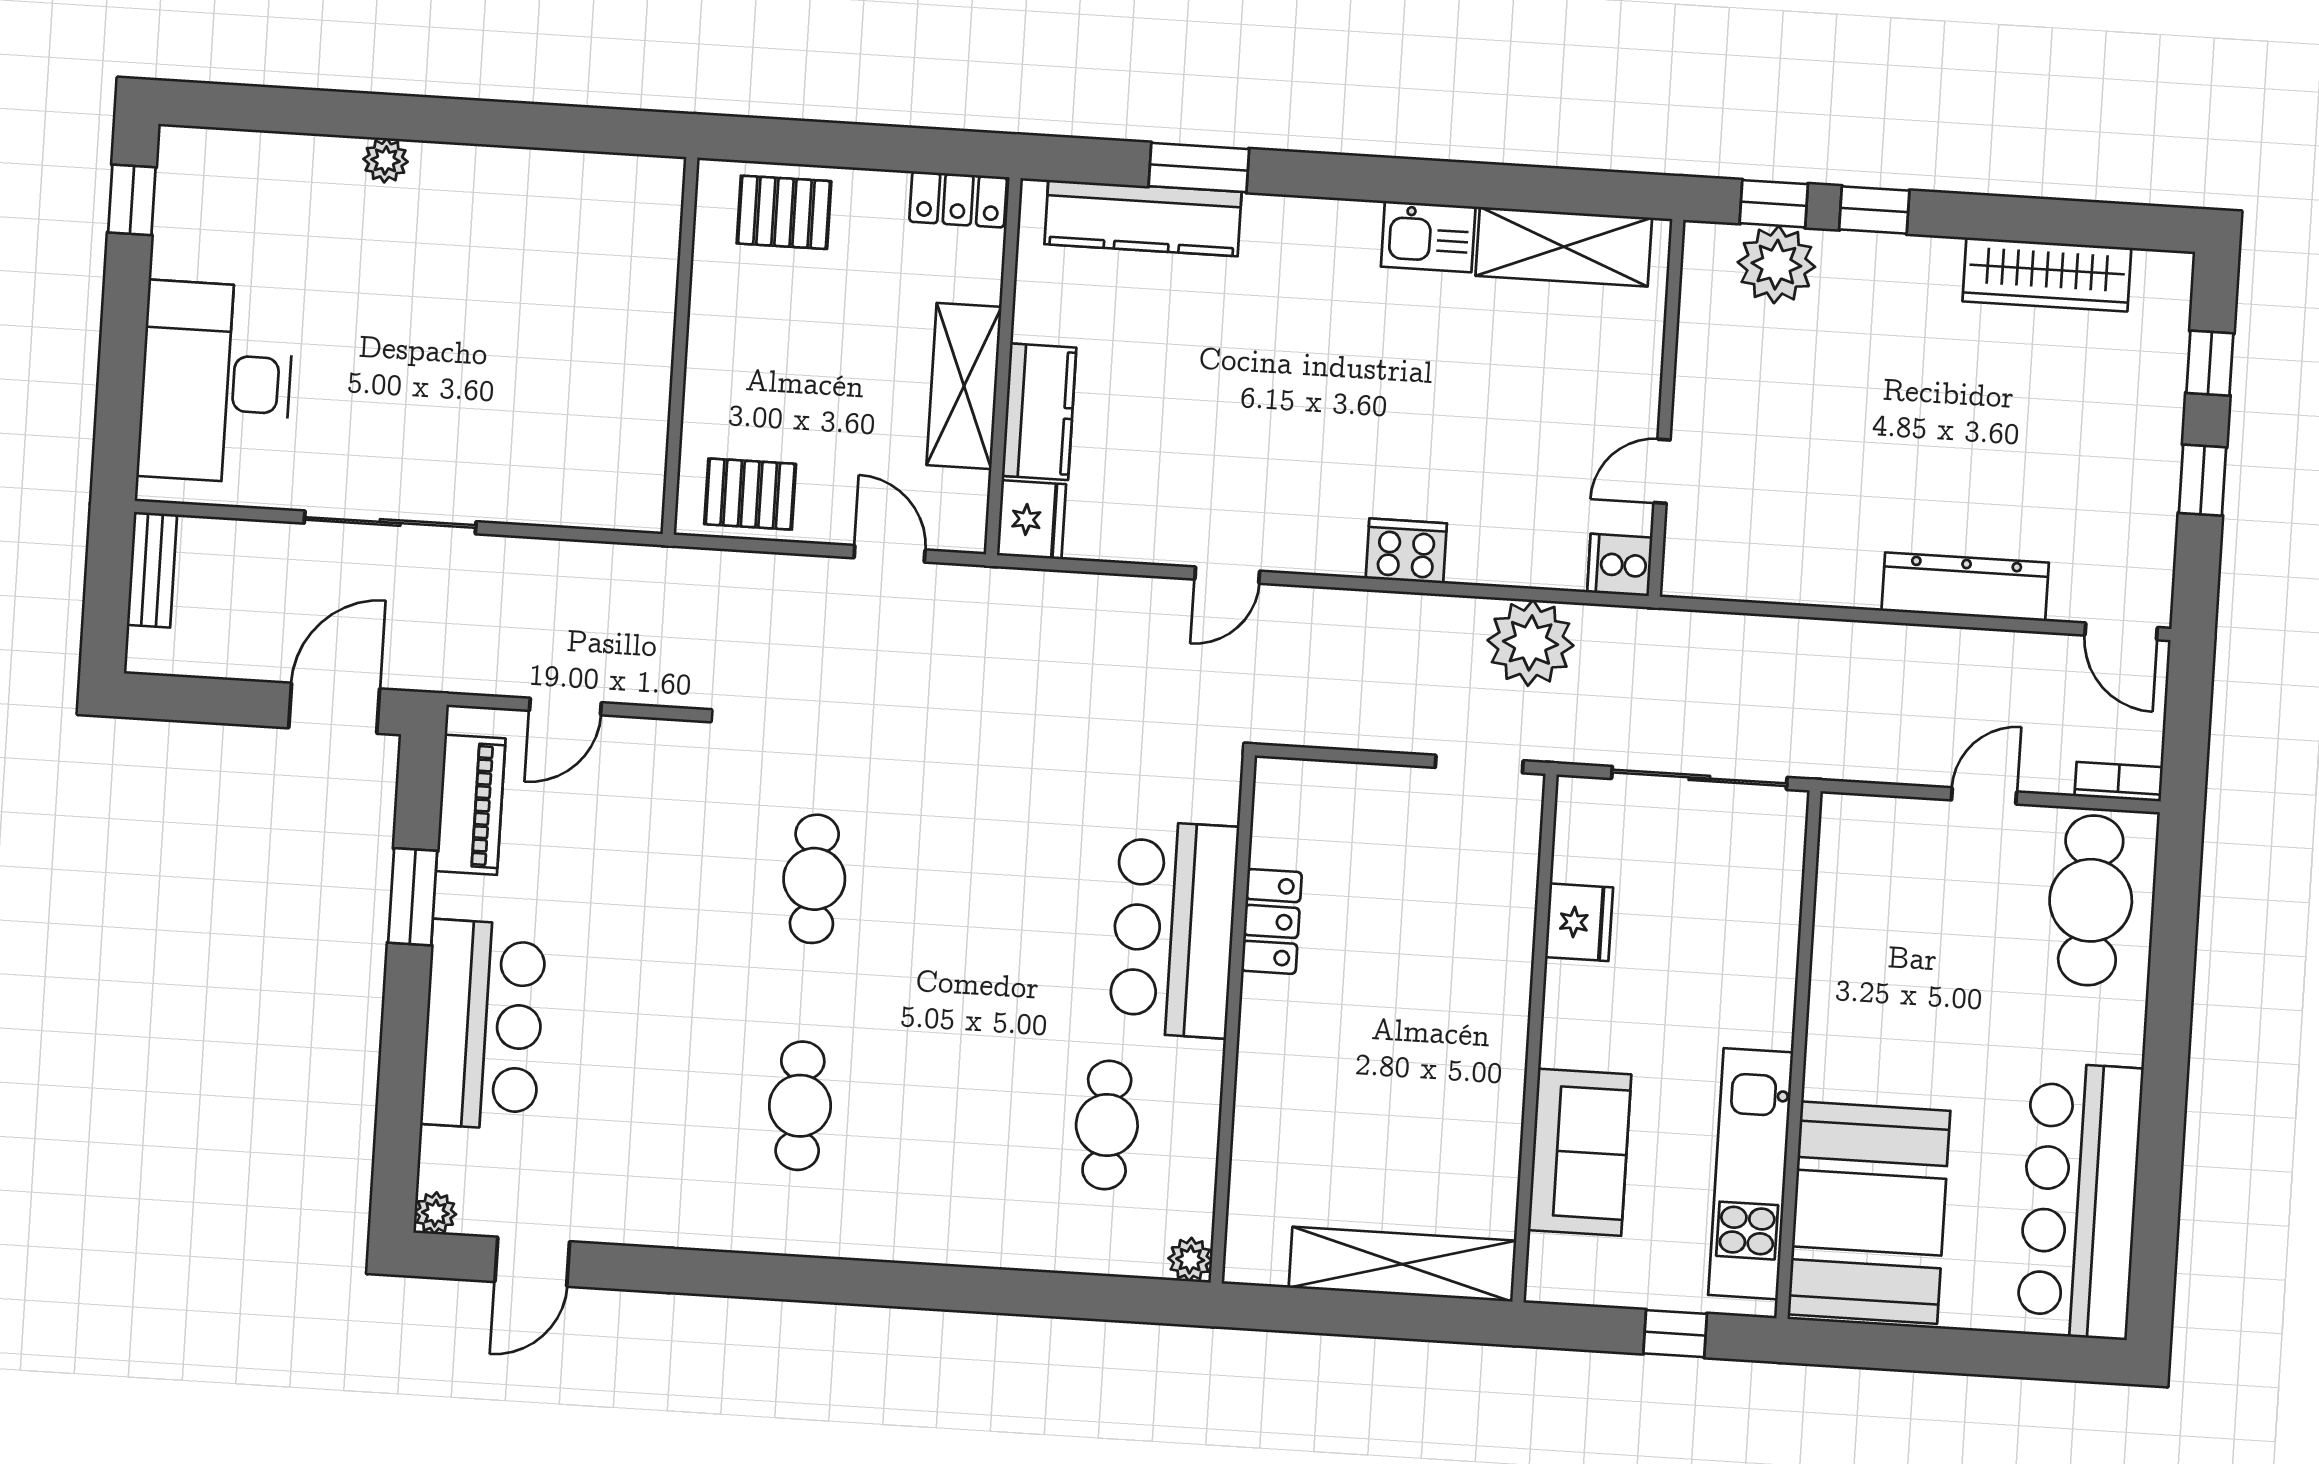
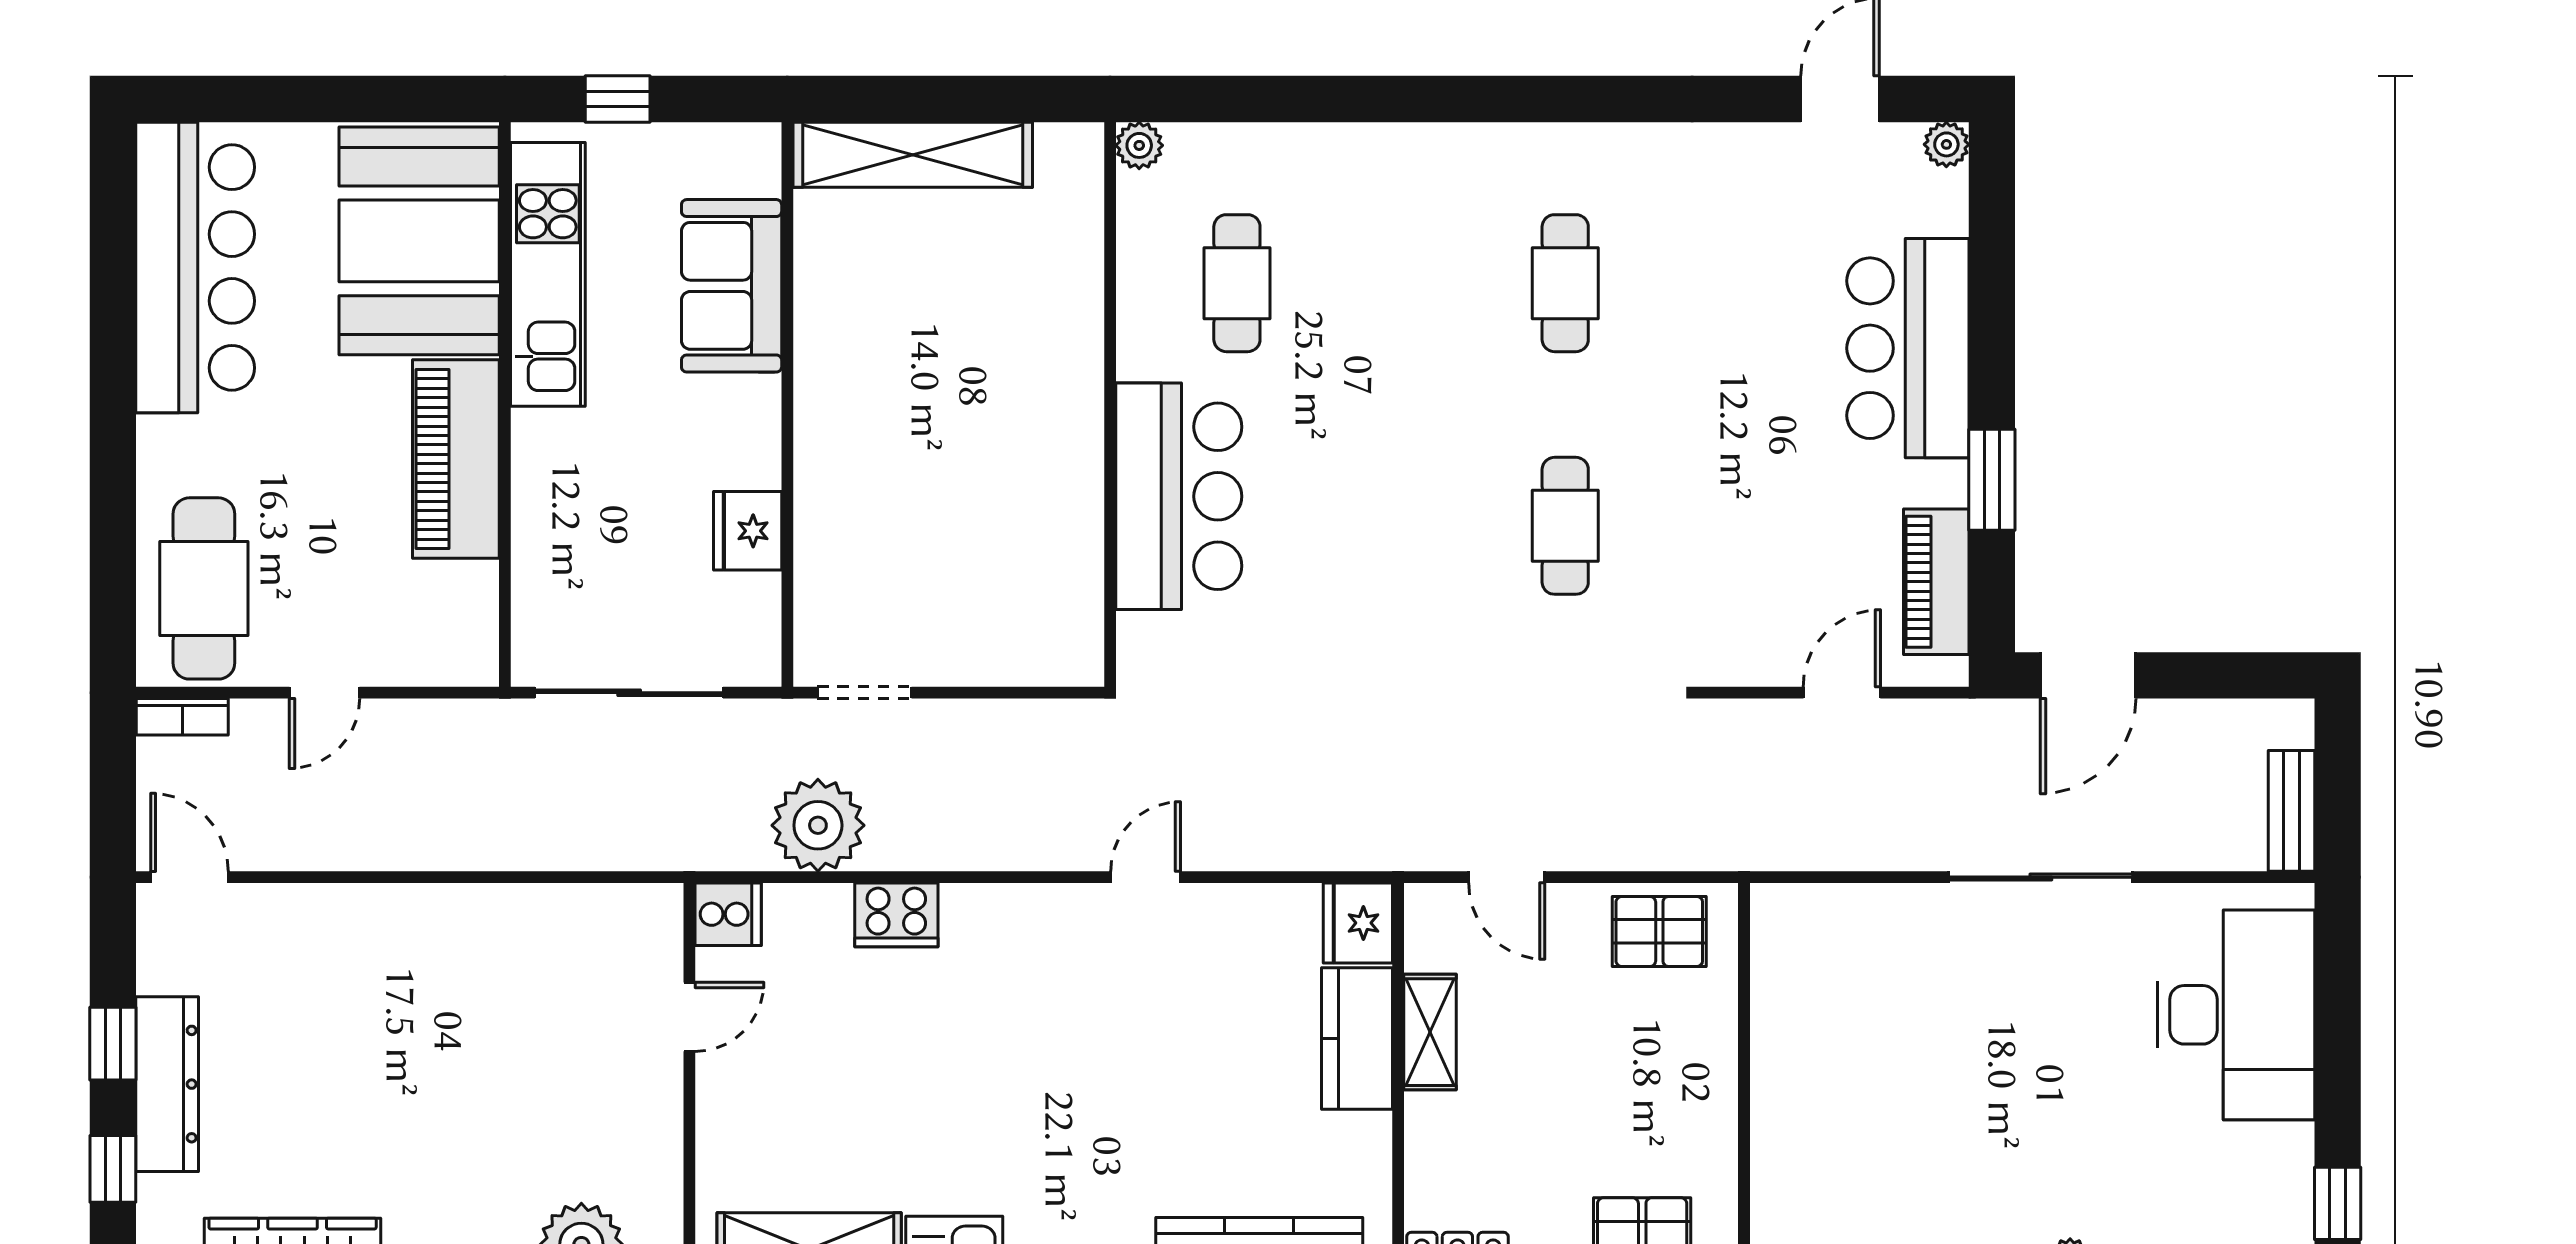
shelving: (964, 386) -> (1430, 1032), width x0.67, depth x0.75
cooker: (1406, 551) -> (896, 915), moved
dresser: (1965, 587) -> (167, 1084), moved, turned -90
locker: (1272, 921) -> (1075, 511), removed
piano: (1847, 1007) -> (456, 459), added

